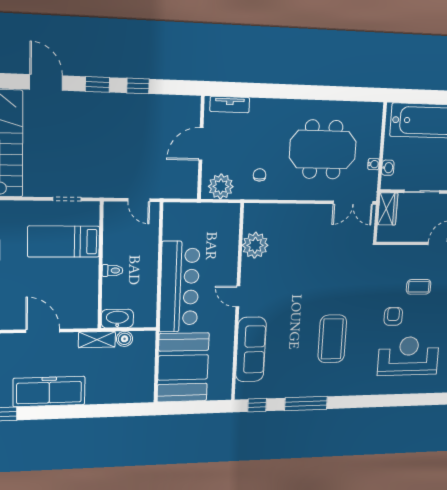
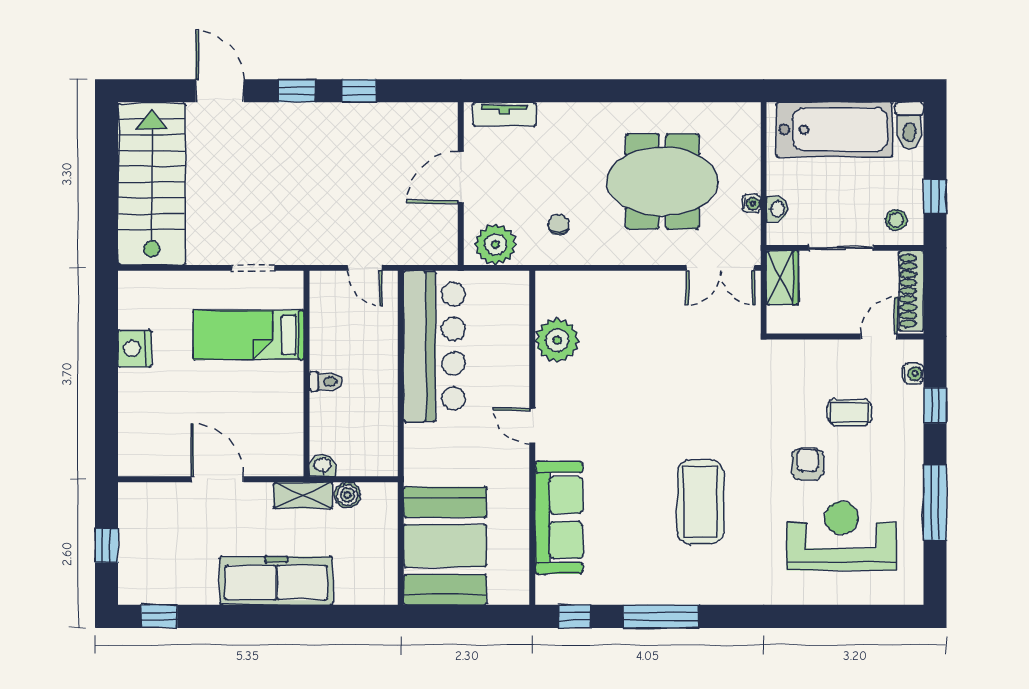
bar counter: (180, 287) -> (434, 346), moved
washbasin: (117, 319) -> (323, 466), width x0.52, depth x0.69
freezer: (49, 391) -> (276, 581), moved

